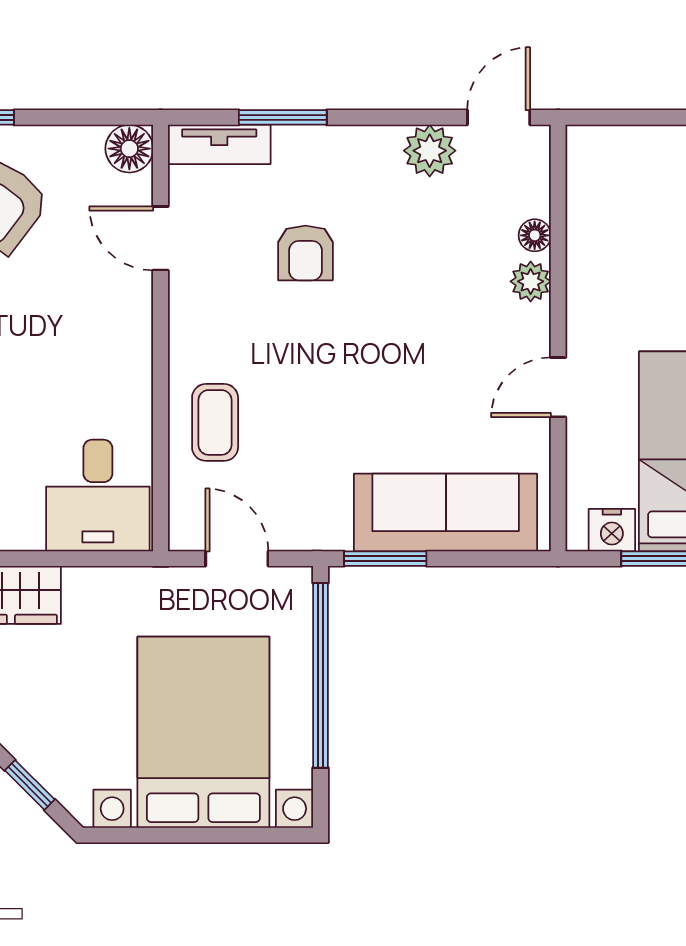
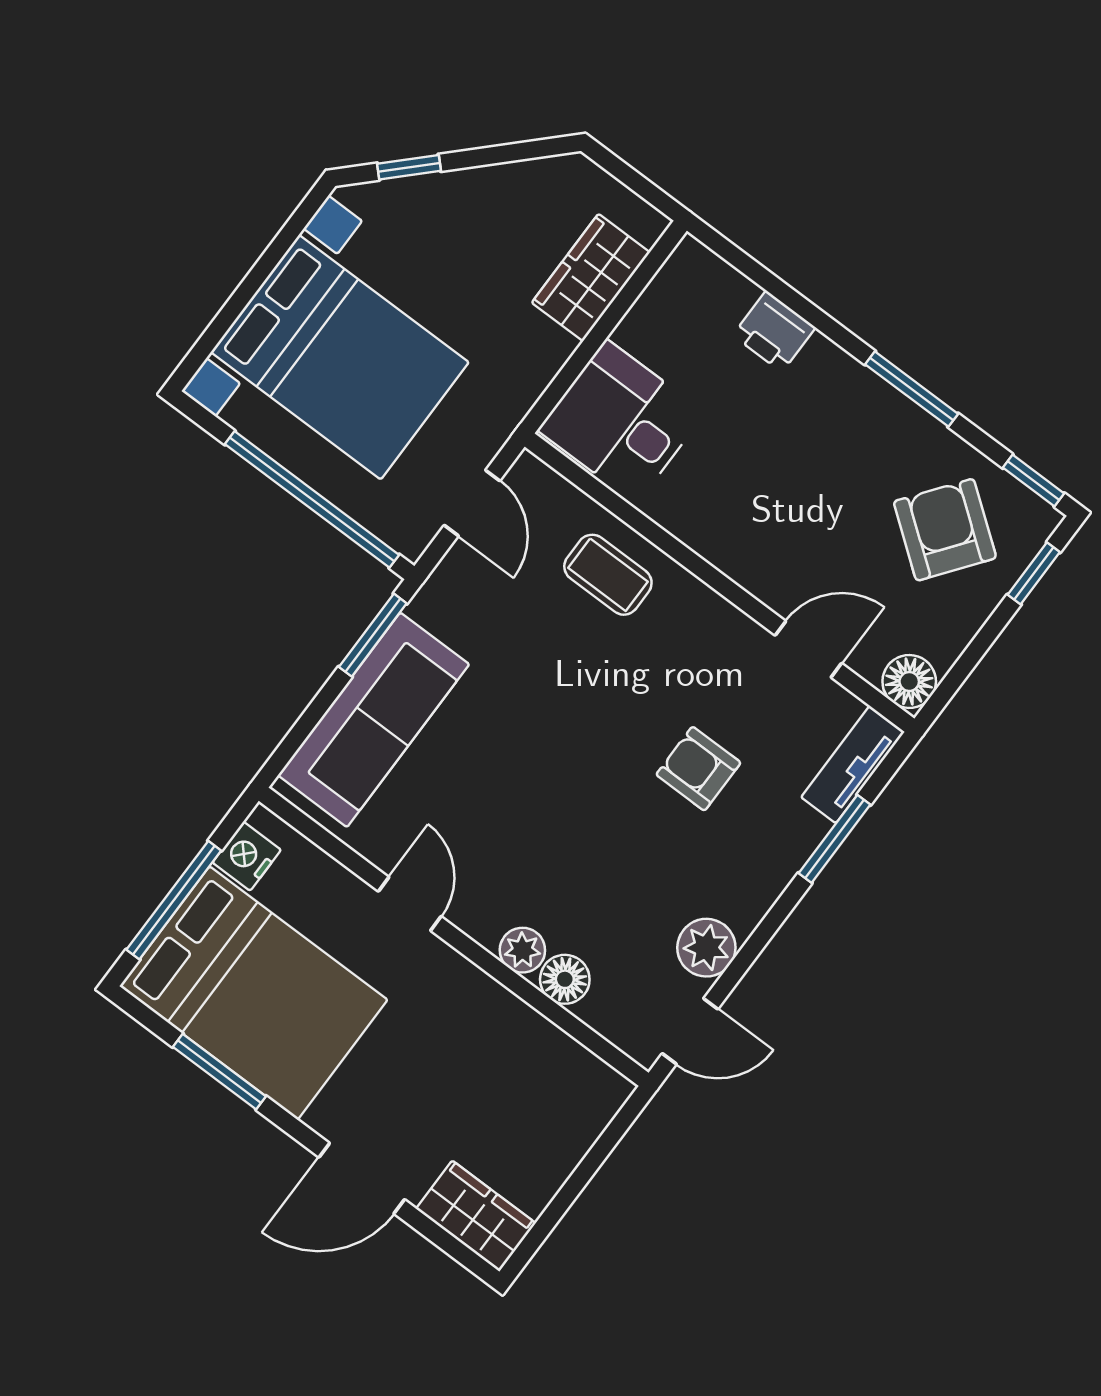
door: (499, 117) -> (690, 1031), hinge flipped
floor lamp: (535, 235) -> (565, 979), width x1.37, depth x1.37
door: (237, 559) -> (472, 503), hinge flipped

